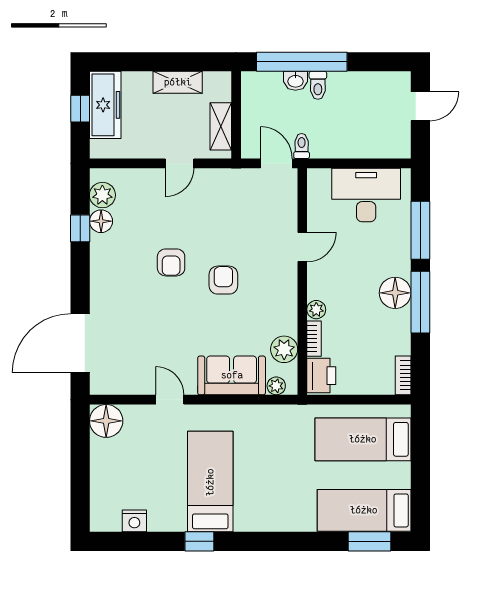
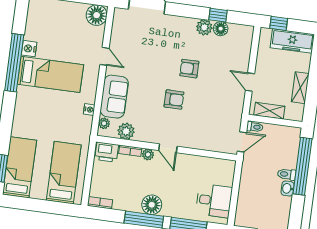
washbasin: (295, 81) -> (288, 188), moved
window: (80, 109) -> (279, 23), moved
toilet: (302, 146) -> (255, 127), moved
plant: (102, 195) -> (204, 27), moved
desk: (366, 195) -> (214, 201), width x0.73
door: (302, 247) -> (168, 148), moved
door: (170, 400) -> (104, 56), hinge flipped
nightstand: (258, 413) -> (89, 110), added
nightstand: (134, 521) -> (29, 49), moved
window: (199, 541) -> (14, 63), width x3.17

